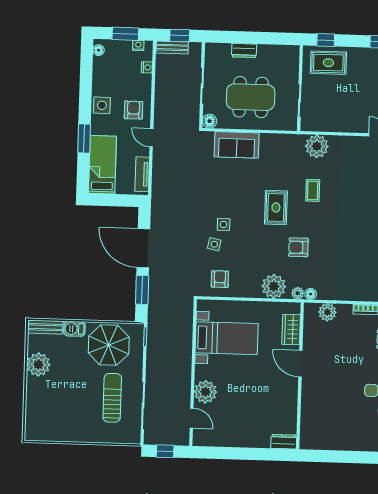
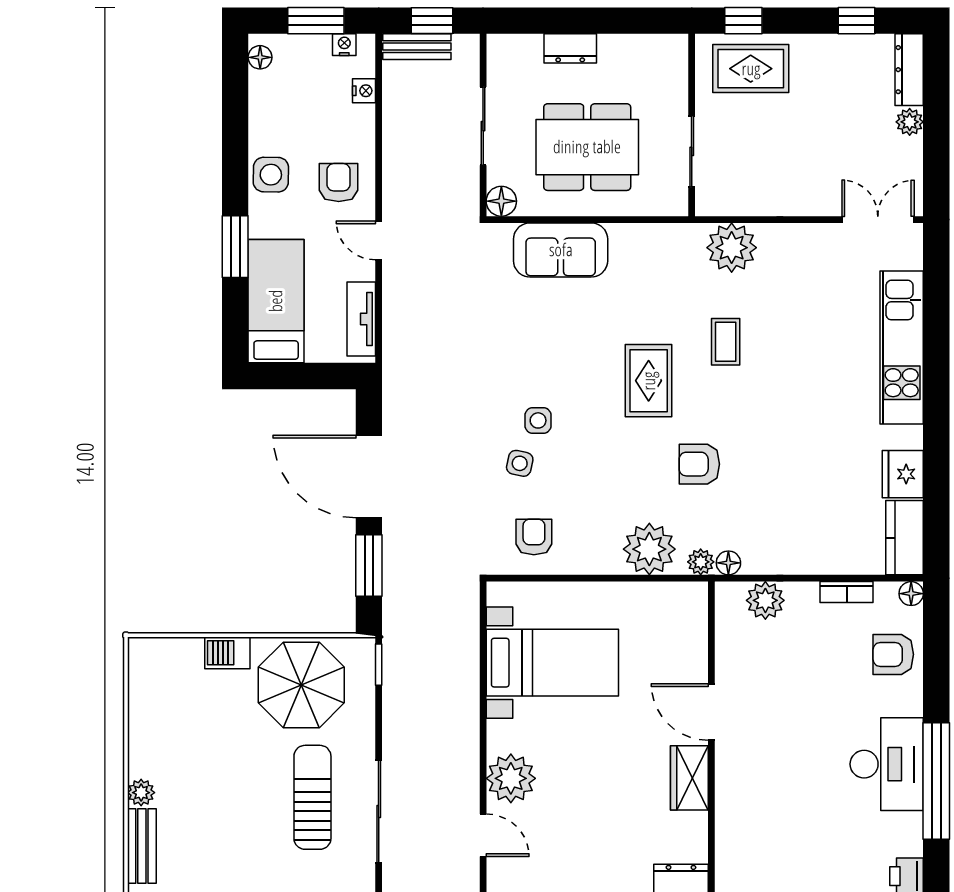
bench: (45, 327) -> (142, 846), moved, turned 90
wardrobe: (291, 330) -> (689, 778), moved
plant: (38, 365) -> (141, 793), moved, width x0.53, depth x0.53

